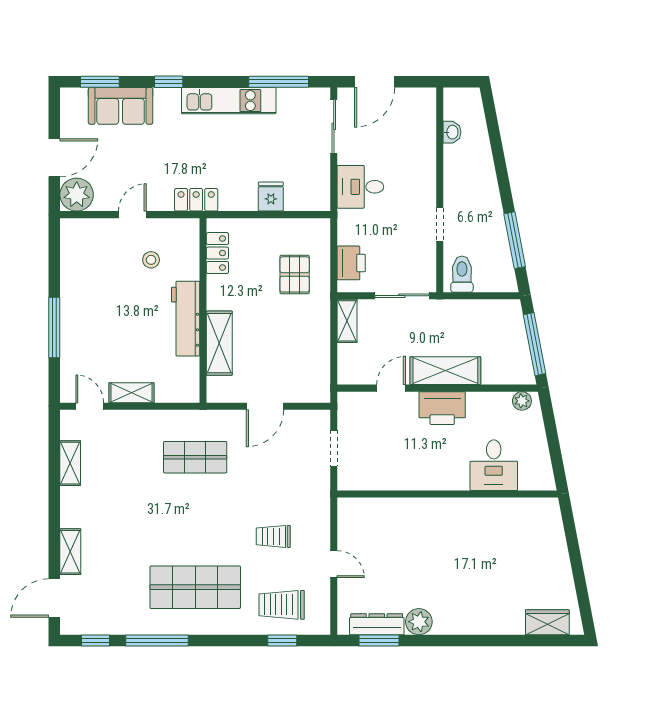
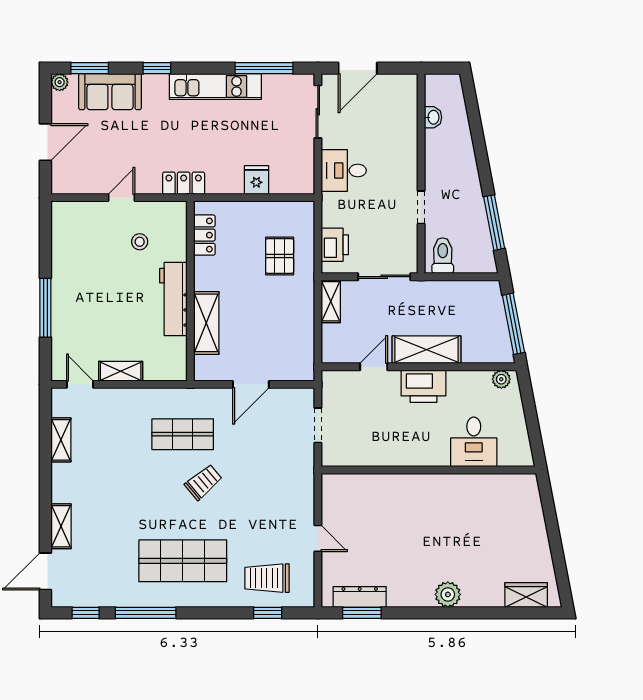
plant: (77, 195) -> (60, 82), moved, width x0.53, depth x0.53
trolley: (273, 536) -> (203, 482), moved, turned 140
plant: (419, 622) -> (448, 594), moved

